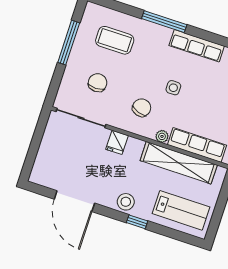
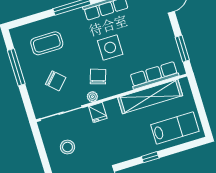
chair: (98, 83) -> (56, 81), turned 133
side table: (173, 88) -> (110, 47), width x1.87, depth x1.87
plant: (162, 136) -> (92, 97), moved
stool: (126, 202) -> (67, 147), moved

